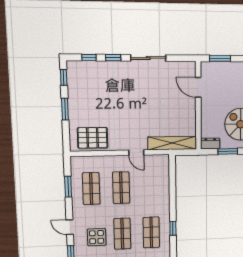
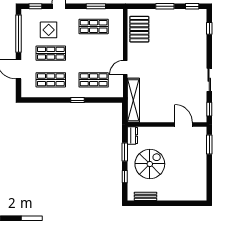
window: (113, 58) -> (209, 109), moved
sliding door: (148, 58) -> (209, 80), width x0.73
door: (198, 87) -> (184, 125), hinge flipped
shop shelf: (121, 188) -> (94, 80), moved
window: (173, 228) -> (78, 100), moved

